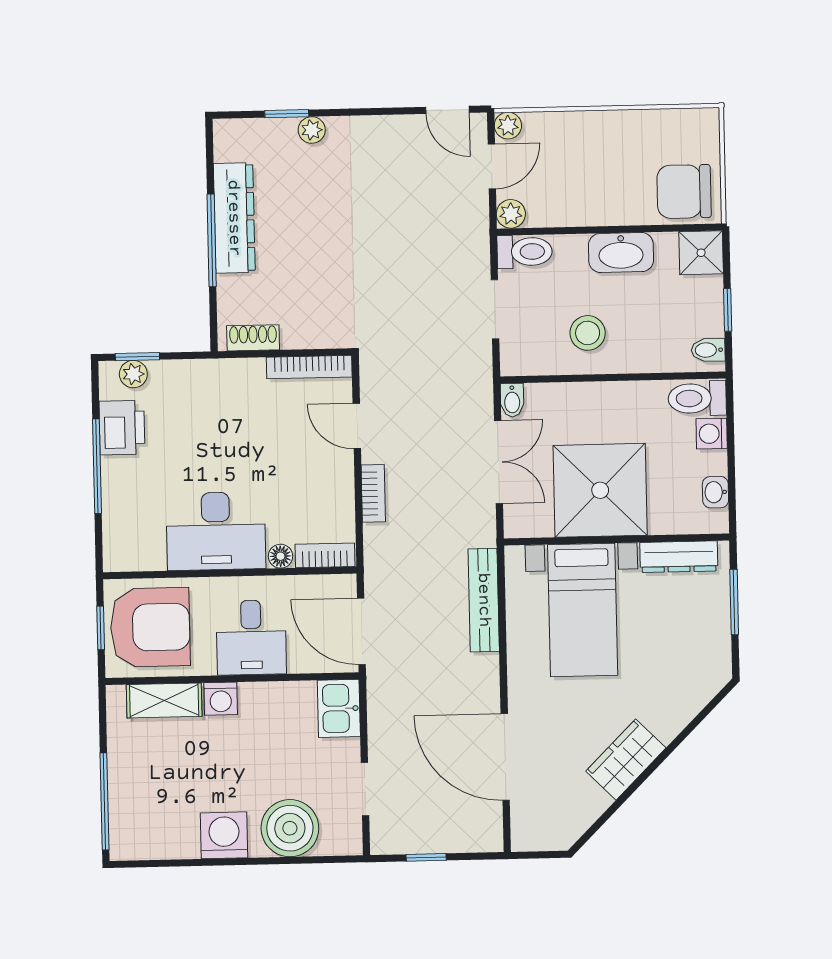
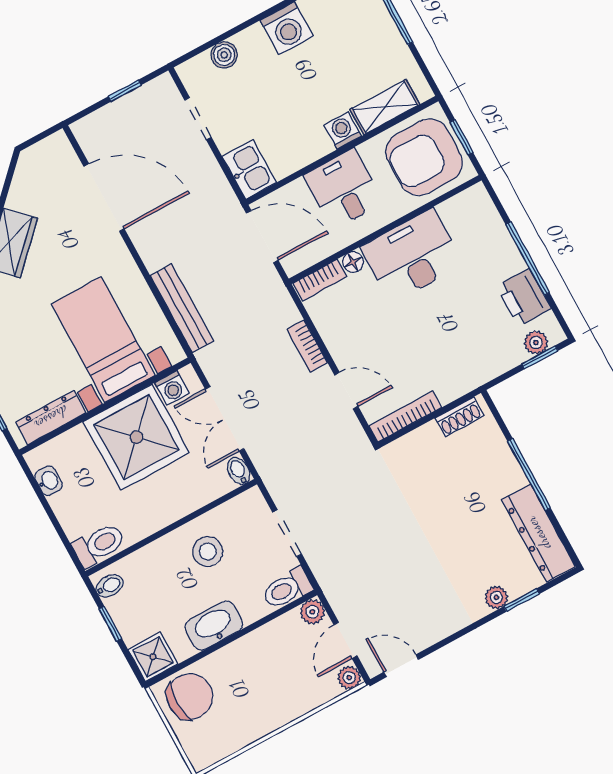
dresser: (234, 218) -> (538, 533), moved
washing machine: (712, 434) -> (172, 388), moved, turned 90
boiler: (290, 828) -> (224, 55), width x0.54, depth x0.54

